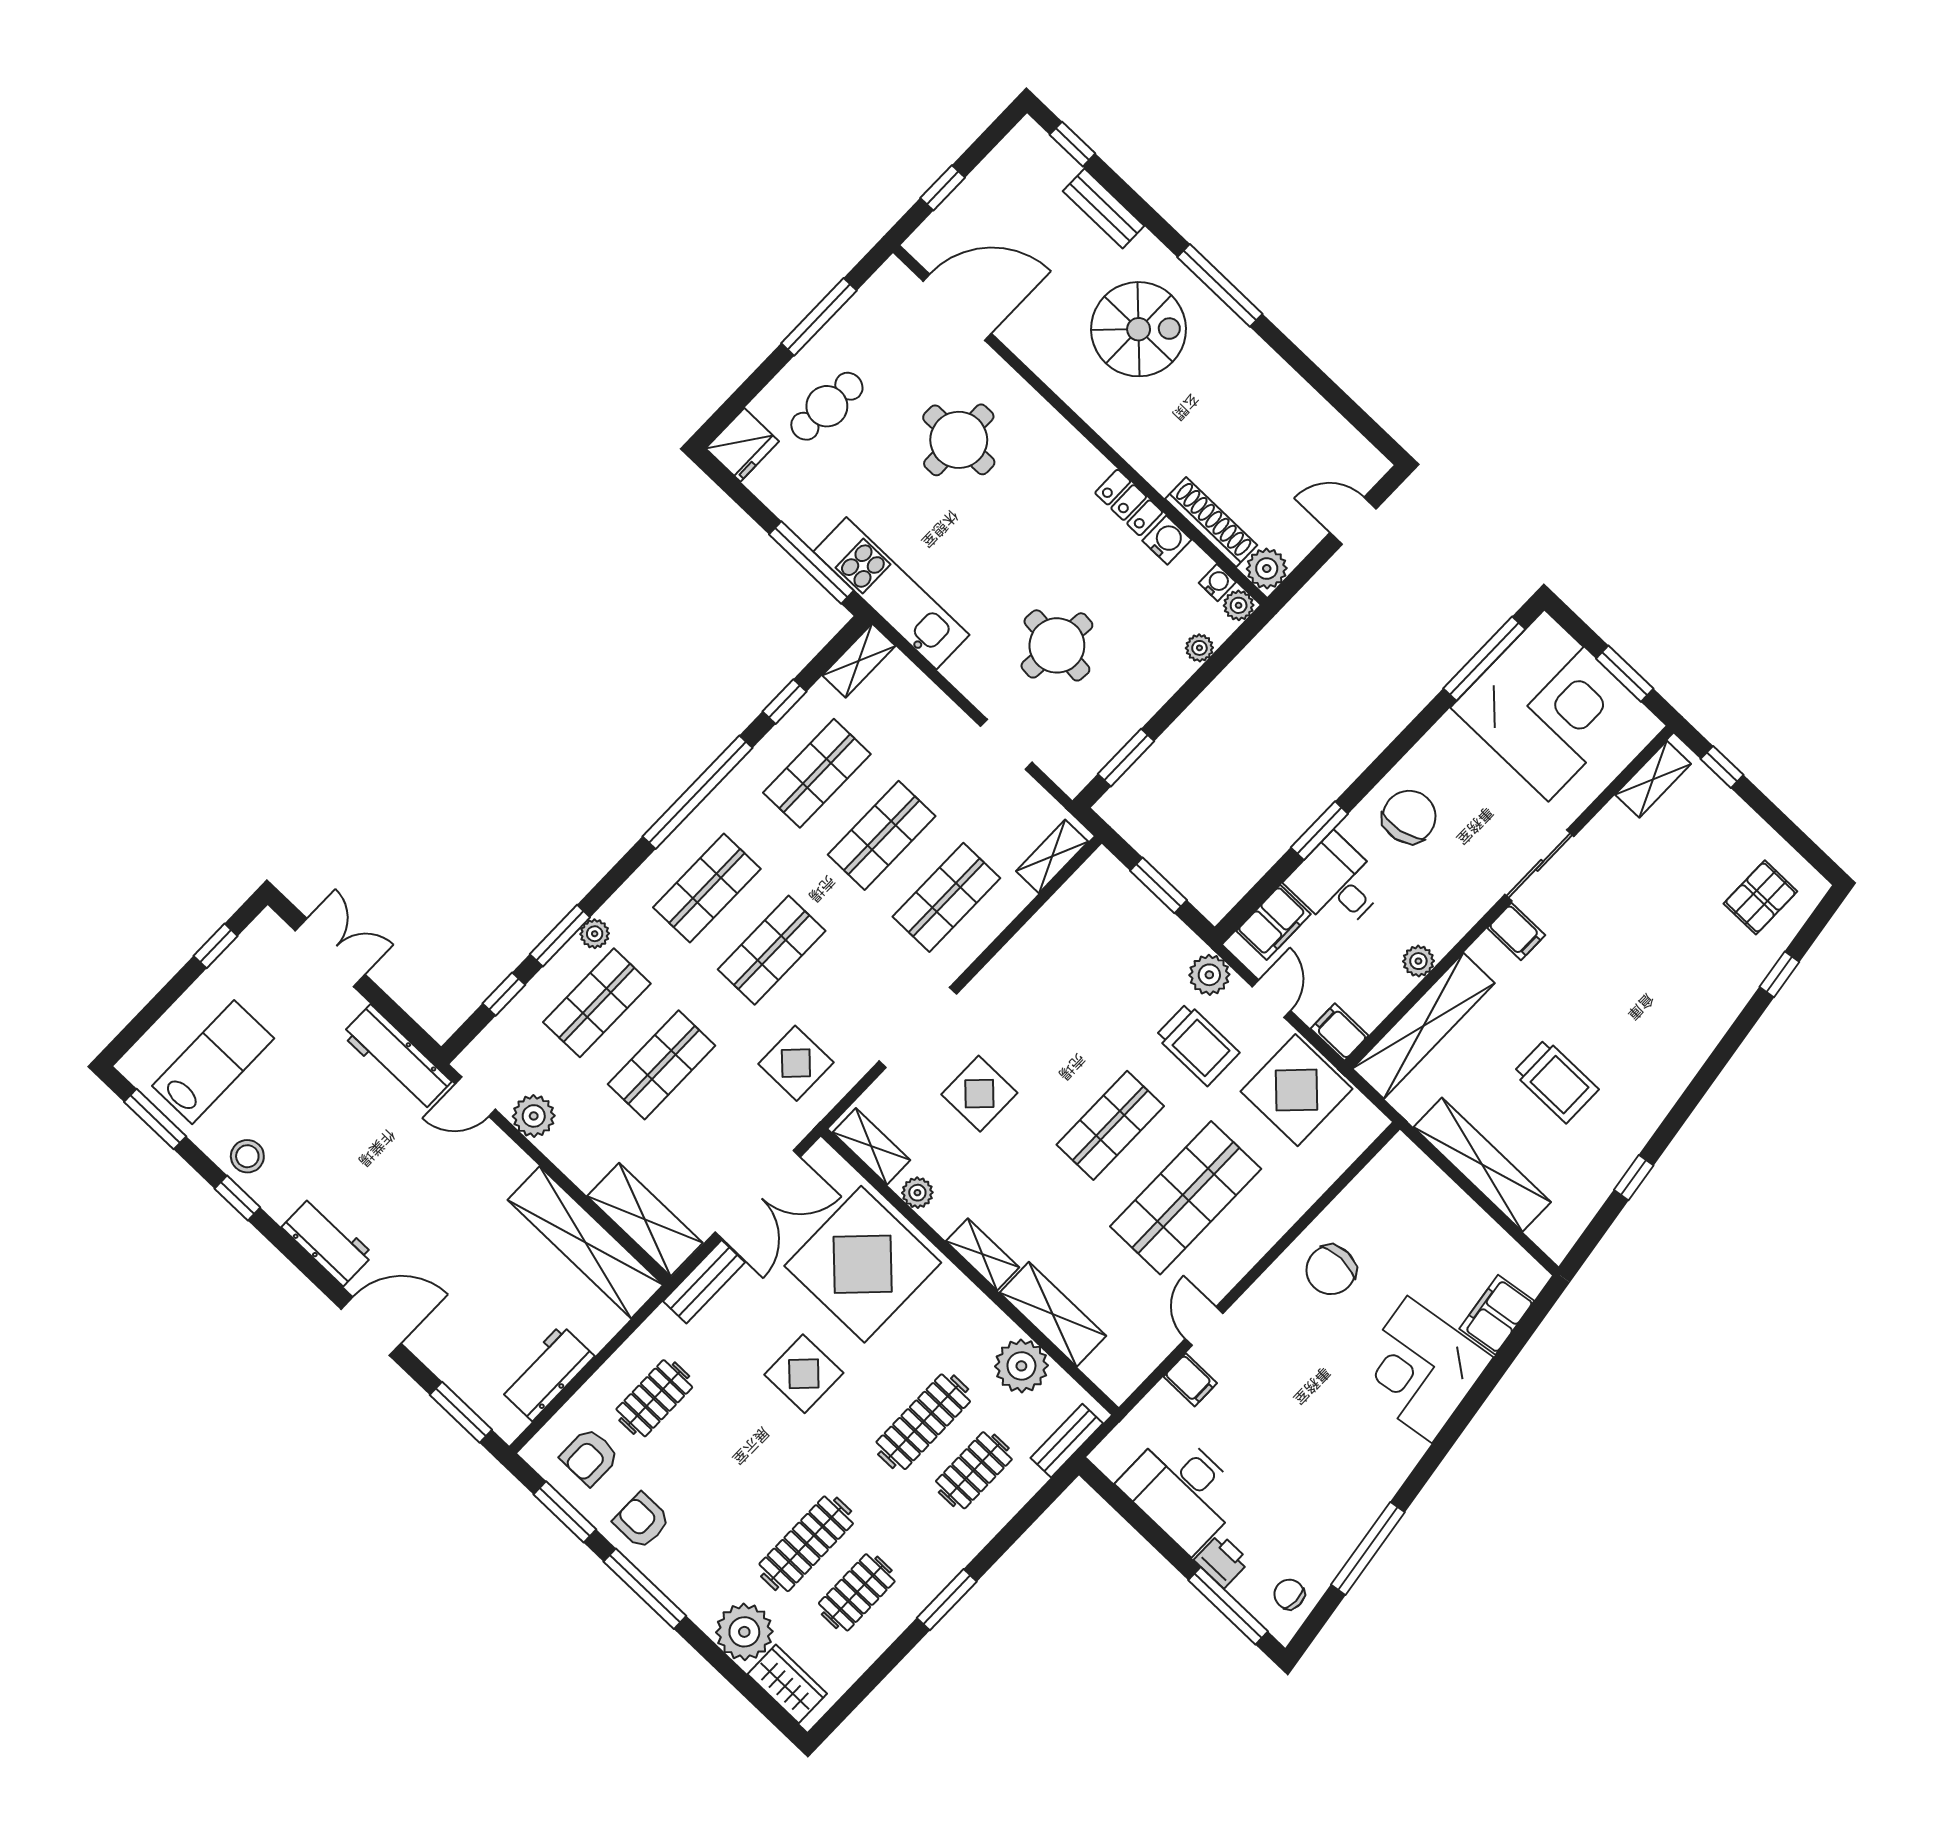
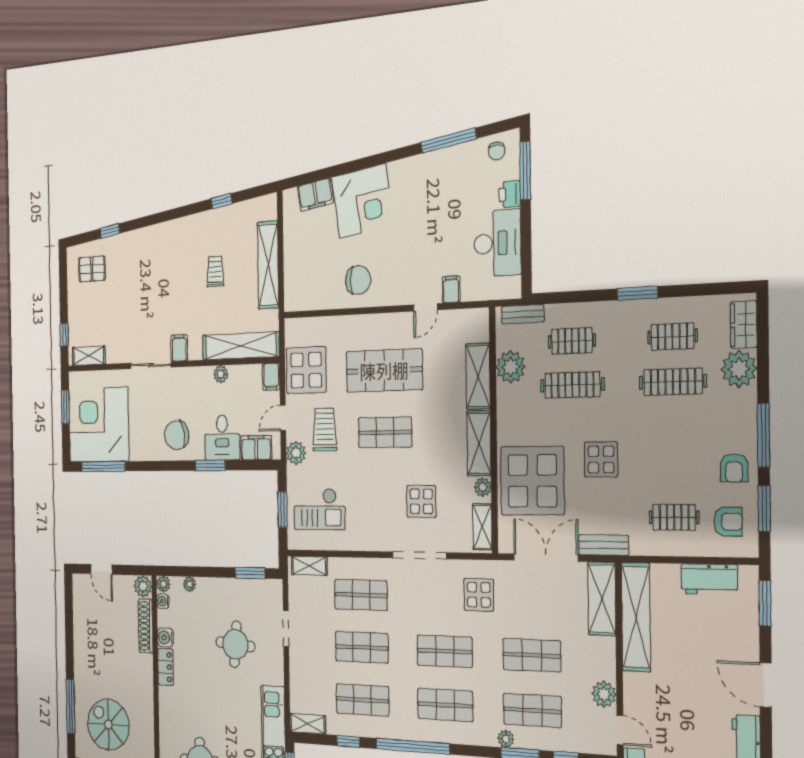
checkout: (1107, 940) -> (319, 509), added
trolley: (1556, 1081) -> (215, 271), width x0.73, depth x0.72
shelving: (983, 1254) -> (479, 443), width x1.50, depth x1.33

